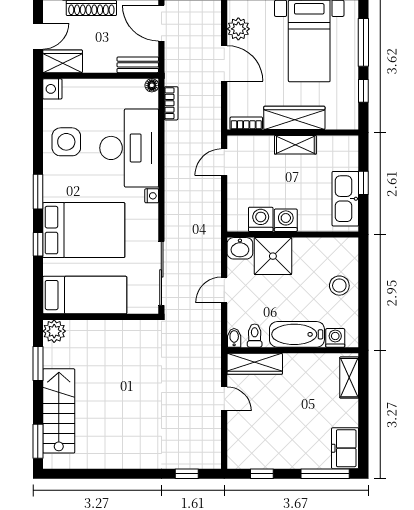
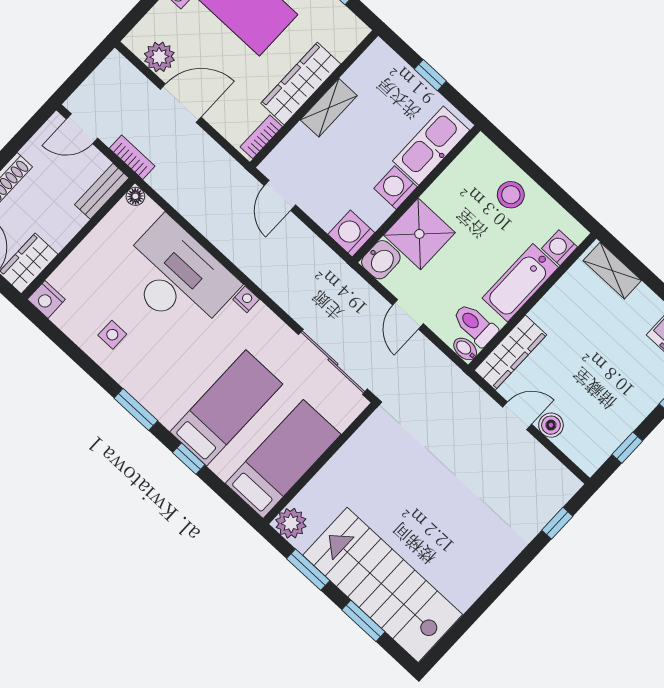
door: (161, 23) -> (82, 129), width x0.73
bookcase: (171, 103) -> (132, 157), moved
side table: (66, 142) -> (112, 335), width x0.54, depth x0.54
kitchen sink: (345, 199) -> (431, 146), moved, turned 90
washing machine: (261, 219) -> (351, 233), moved
bed: (84, 230) -> (226, 408), width x0.67
toilet: (255, 336) -> (475, 325), width x1.37, depth x1.39
stairs: (59, 411) -> (383, 585), width x1.36, depth x1.51
boiler: (236, 422) -> (551, 425), added
window: (38, 441) -> (363, 621), moved

